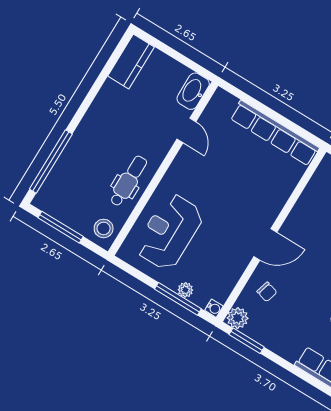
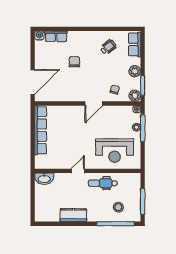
kitchen counter: (131, 62) -> (73, 215), moved
door: (186, 130) -> (78, 171), moved
stool: (104, 228) -> (118, 207), moved
door: (265, 244) -> (94, 103), swing flipped
plant: (277, 342) -> (135, 71), added

